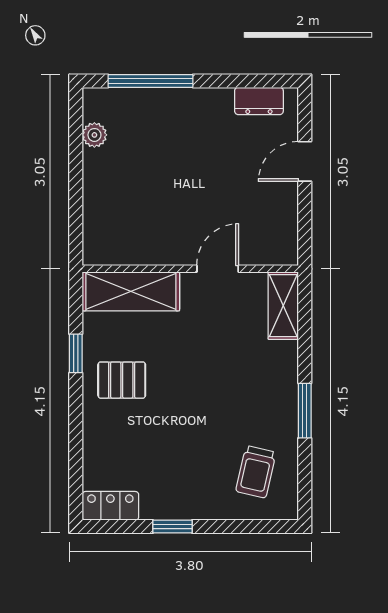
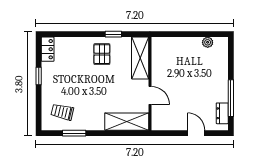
window: (151, 81) -> (231, 98), moved
shelving: (283, 306) -> (127, 122), width x1.50, depth x1.33
window: (305, 411) -> (74, 133), moved

